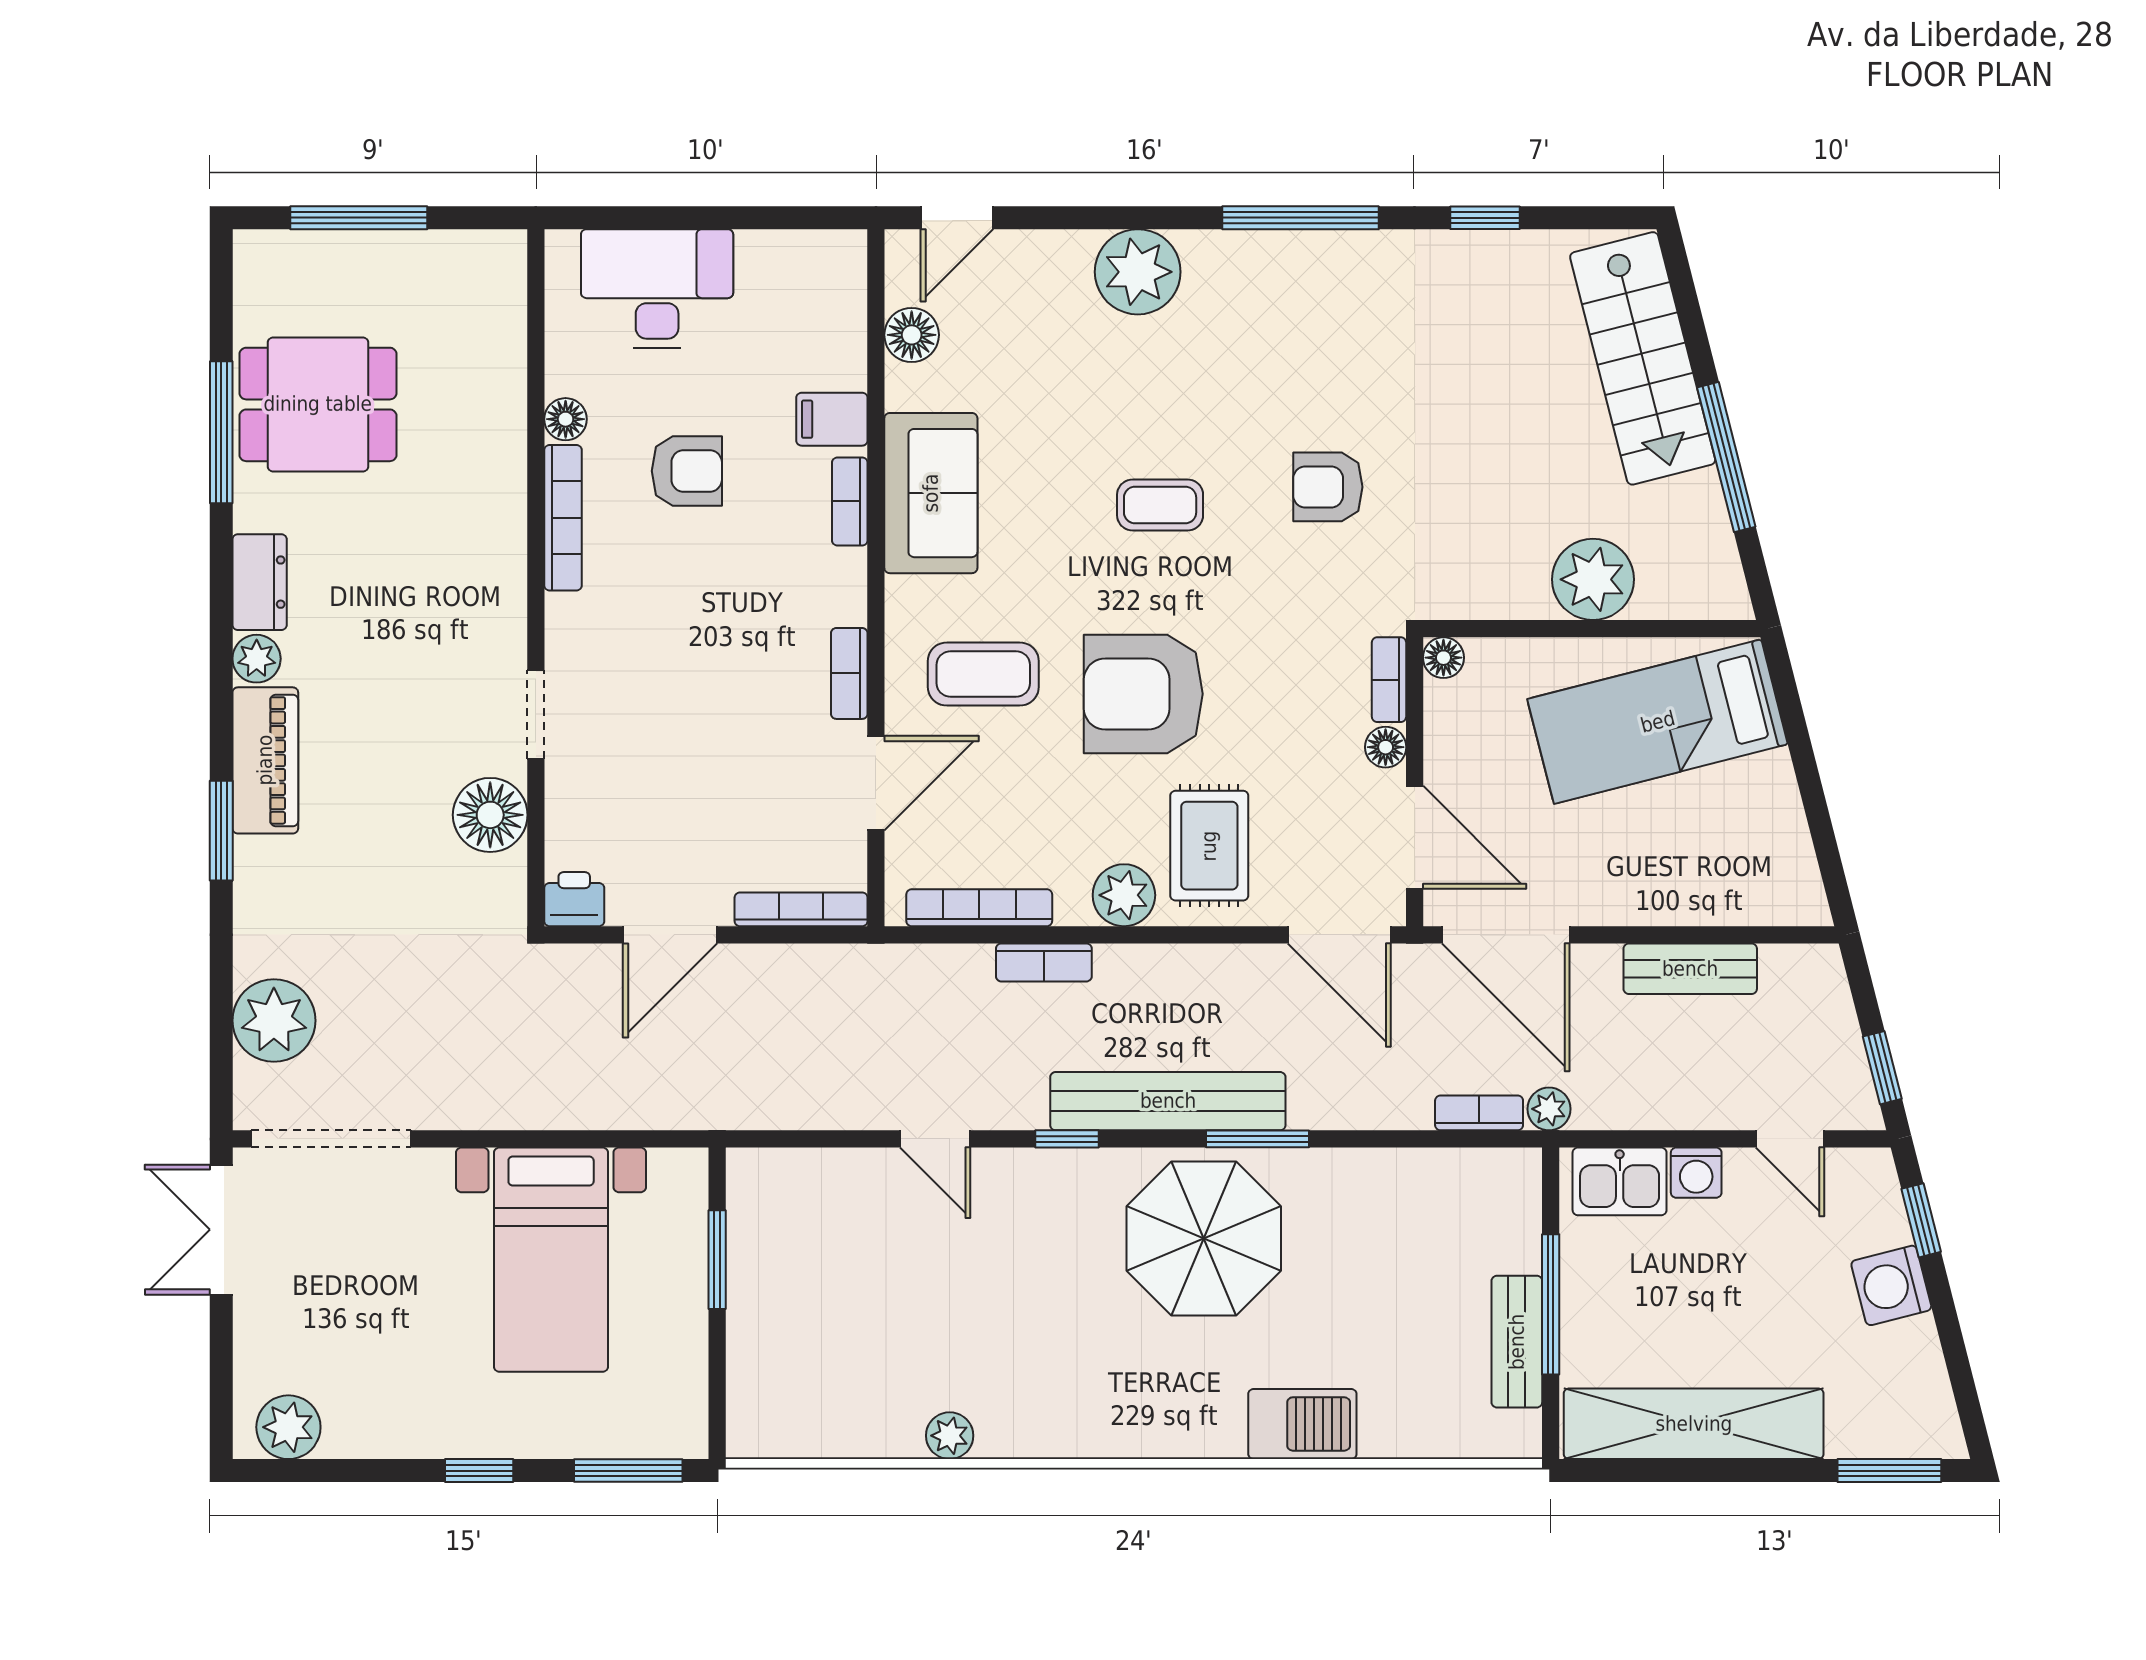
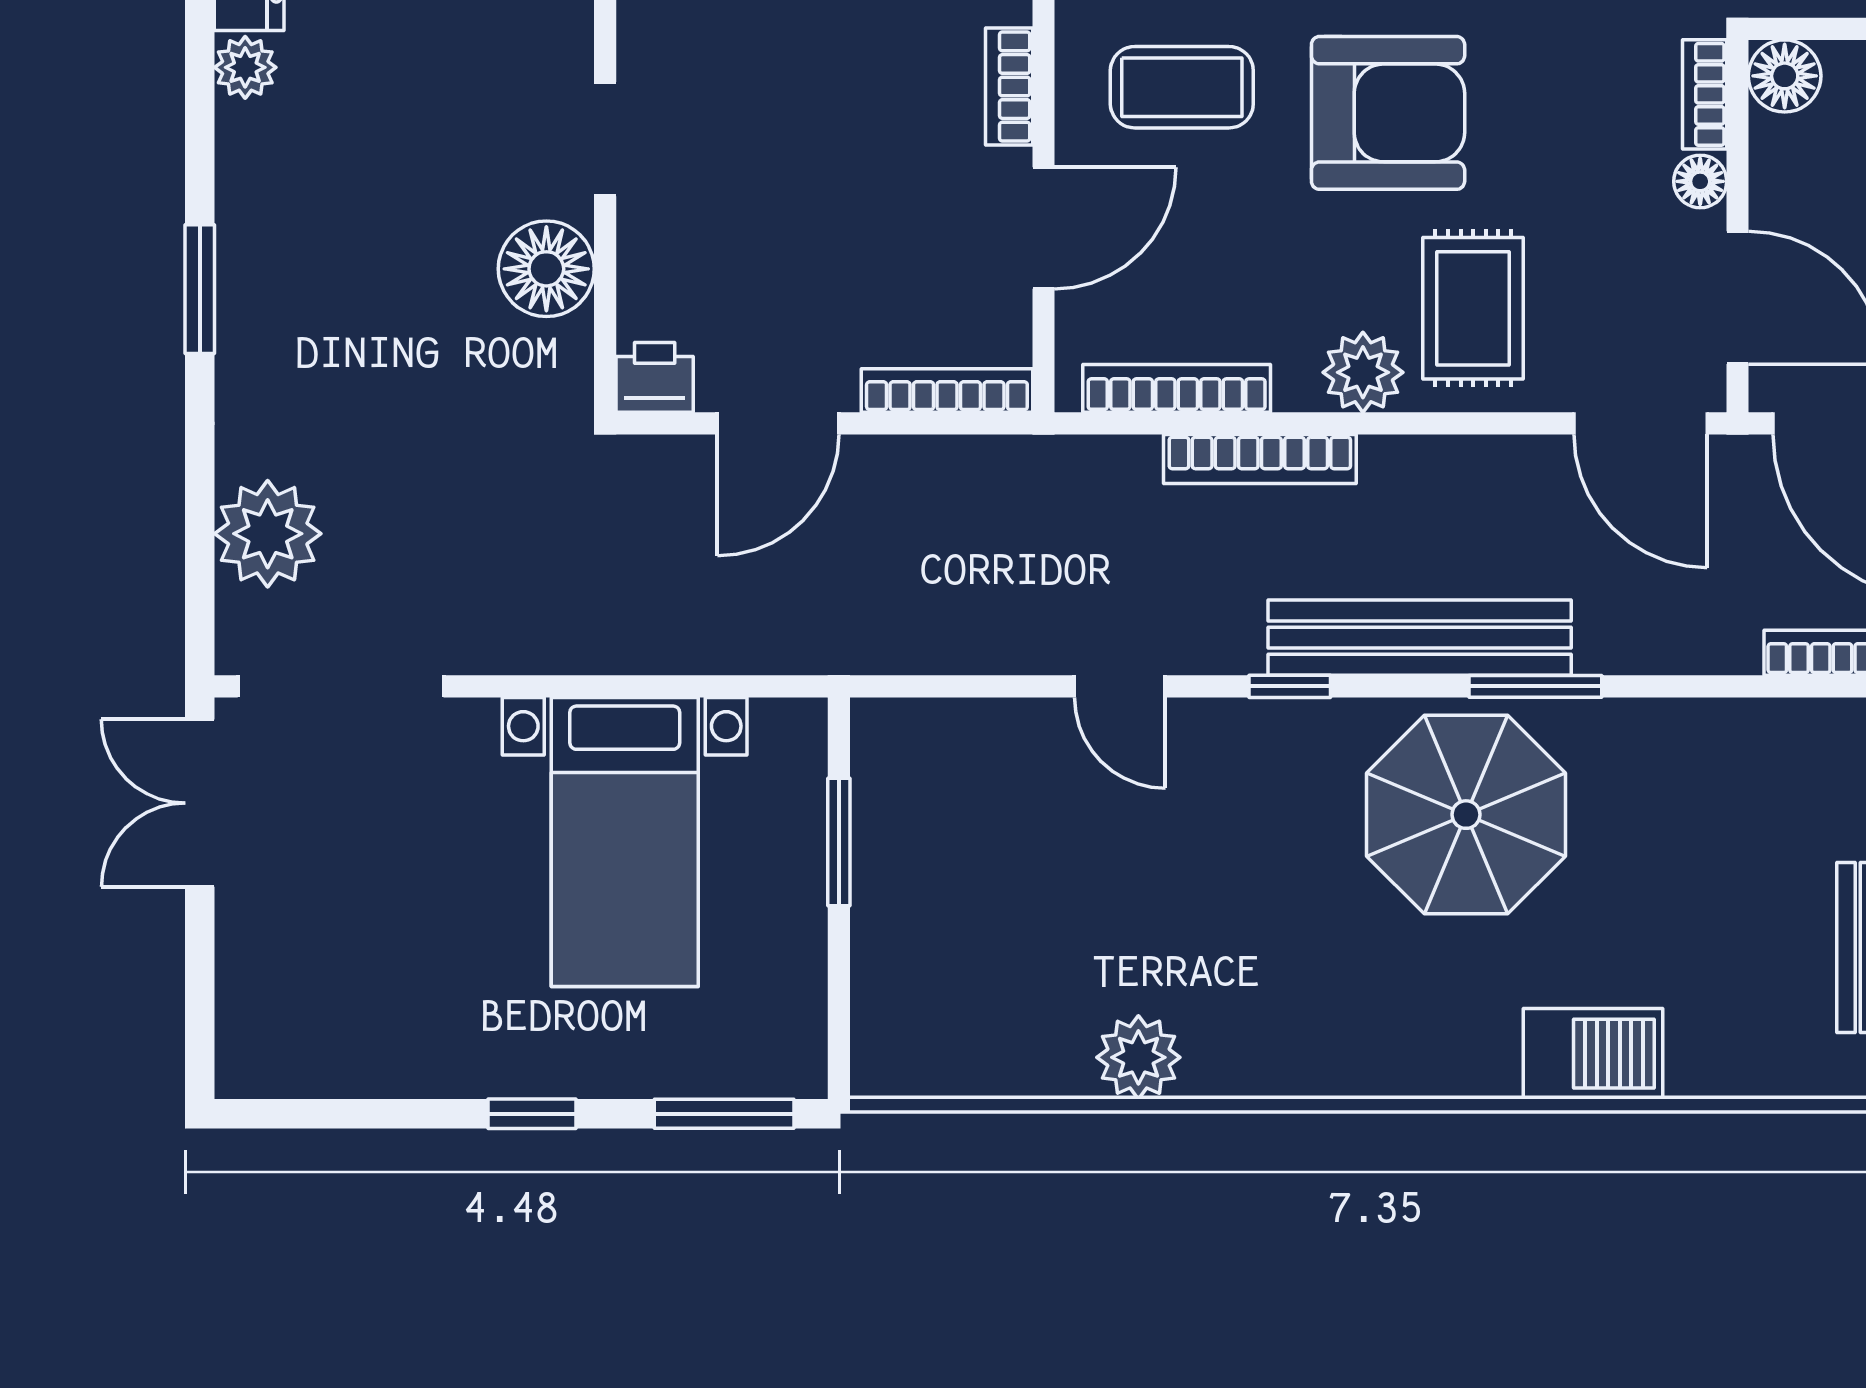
floor lamp: (1443, 658) -> (1785, 76), width x1.37, depth x1.37
armchair: (1143, 694) -> (1388, 113), turned 180
piano: (265, 760) -> (257, 199), removed
bookcase: (1044, 962) -> (1260, 459), width x1.56
plant: (288, 1427) -> (286, 1058), removed
plant: (950, 1436) -> (1138, 1057), width x1.38, depth x1.38

